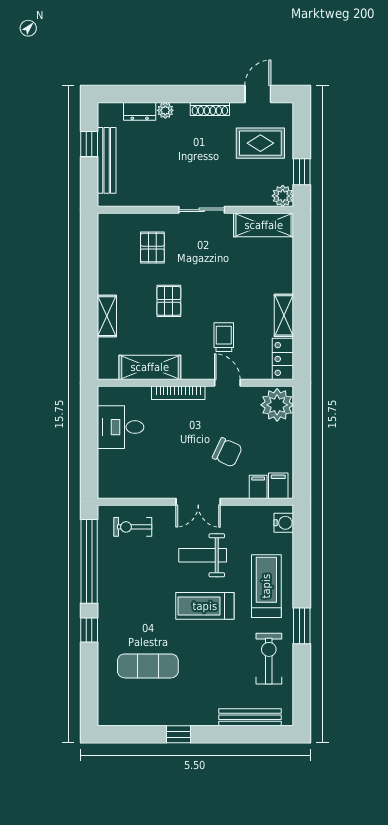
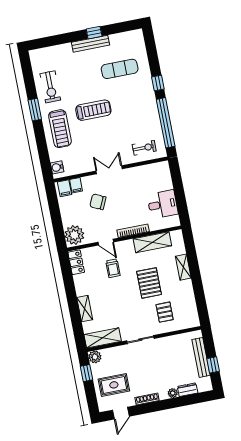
pallet: (169, 301) -> (149, 283), width x1.50, depth x1.42
shelving: (284, 315) -> (85, 309), moved
weight bench: (203, 555) -> (100, 139), removed
bench: (250, 717) -> (91, 44), moved

